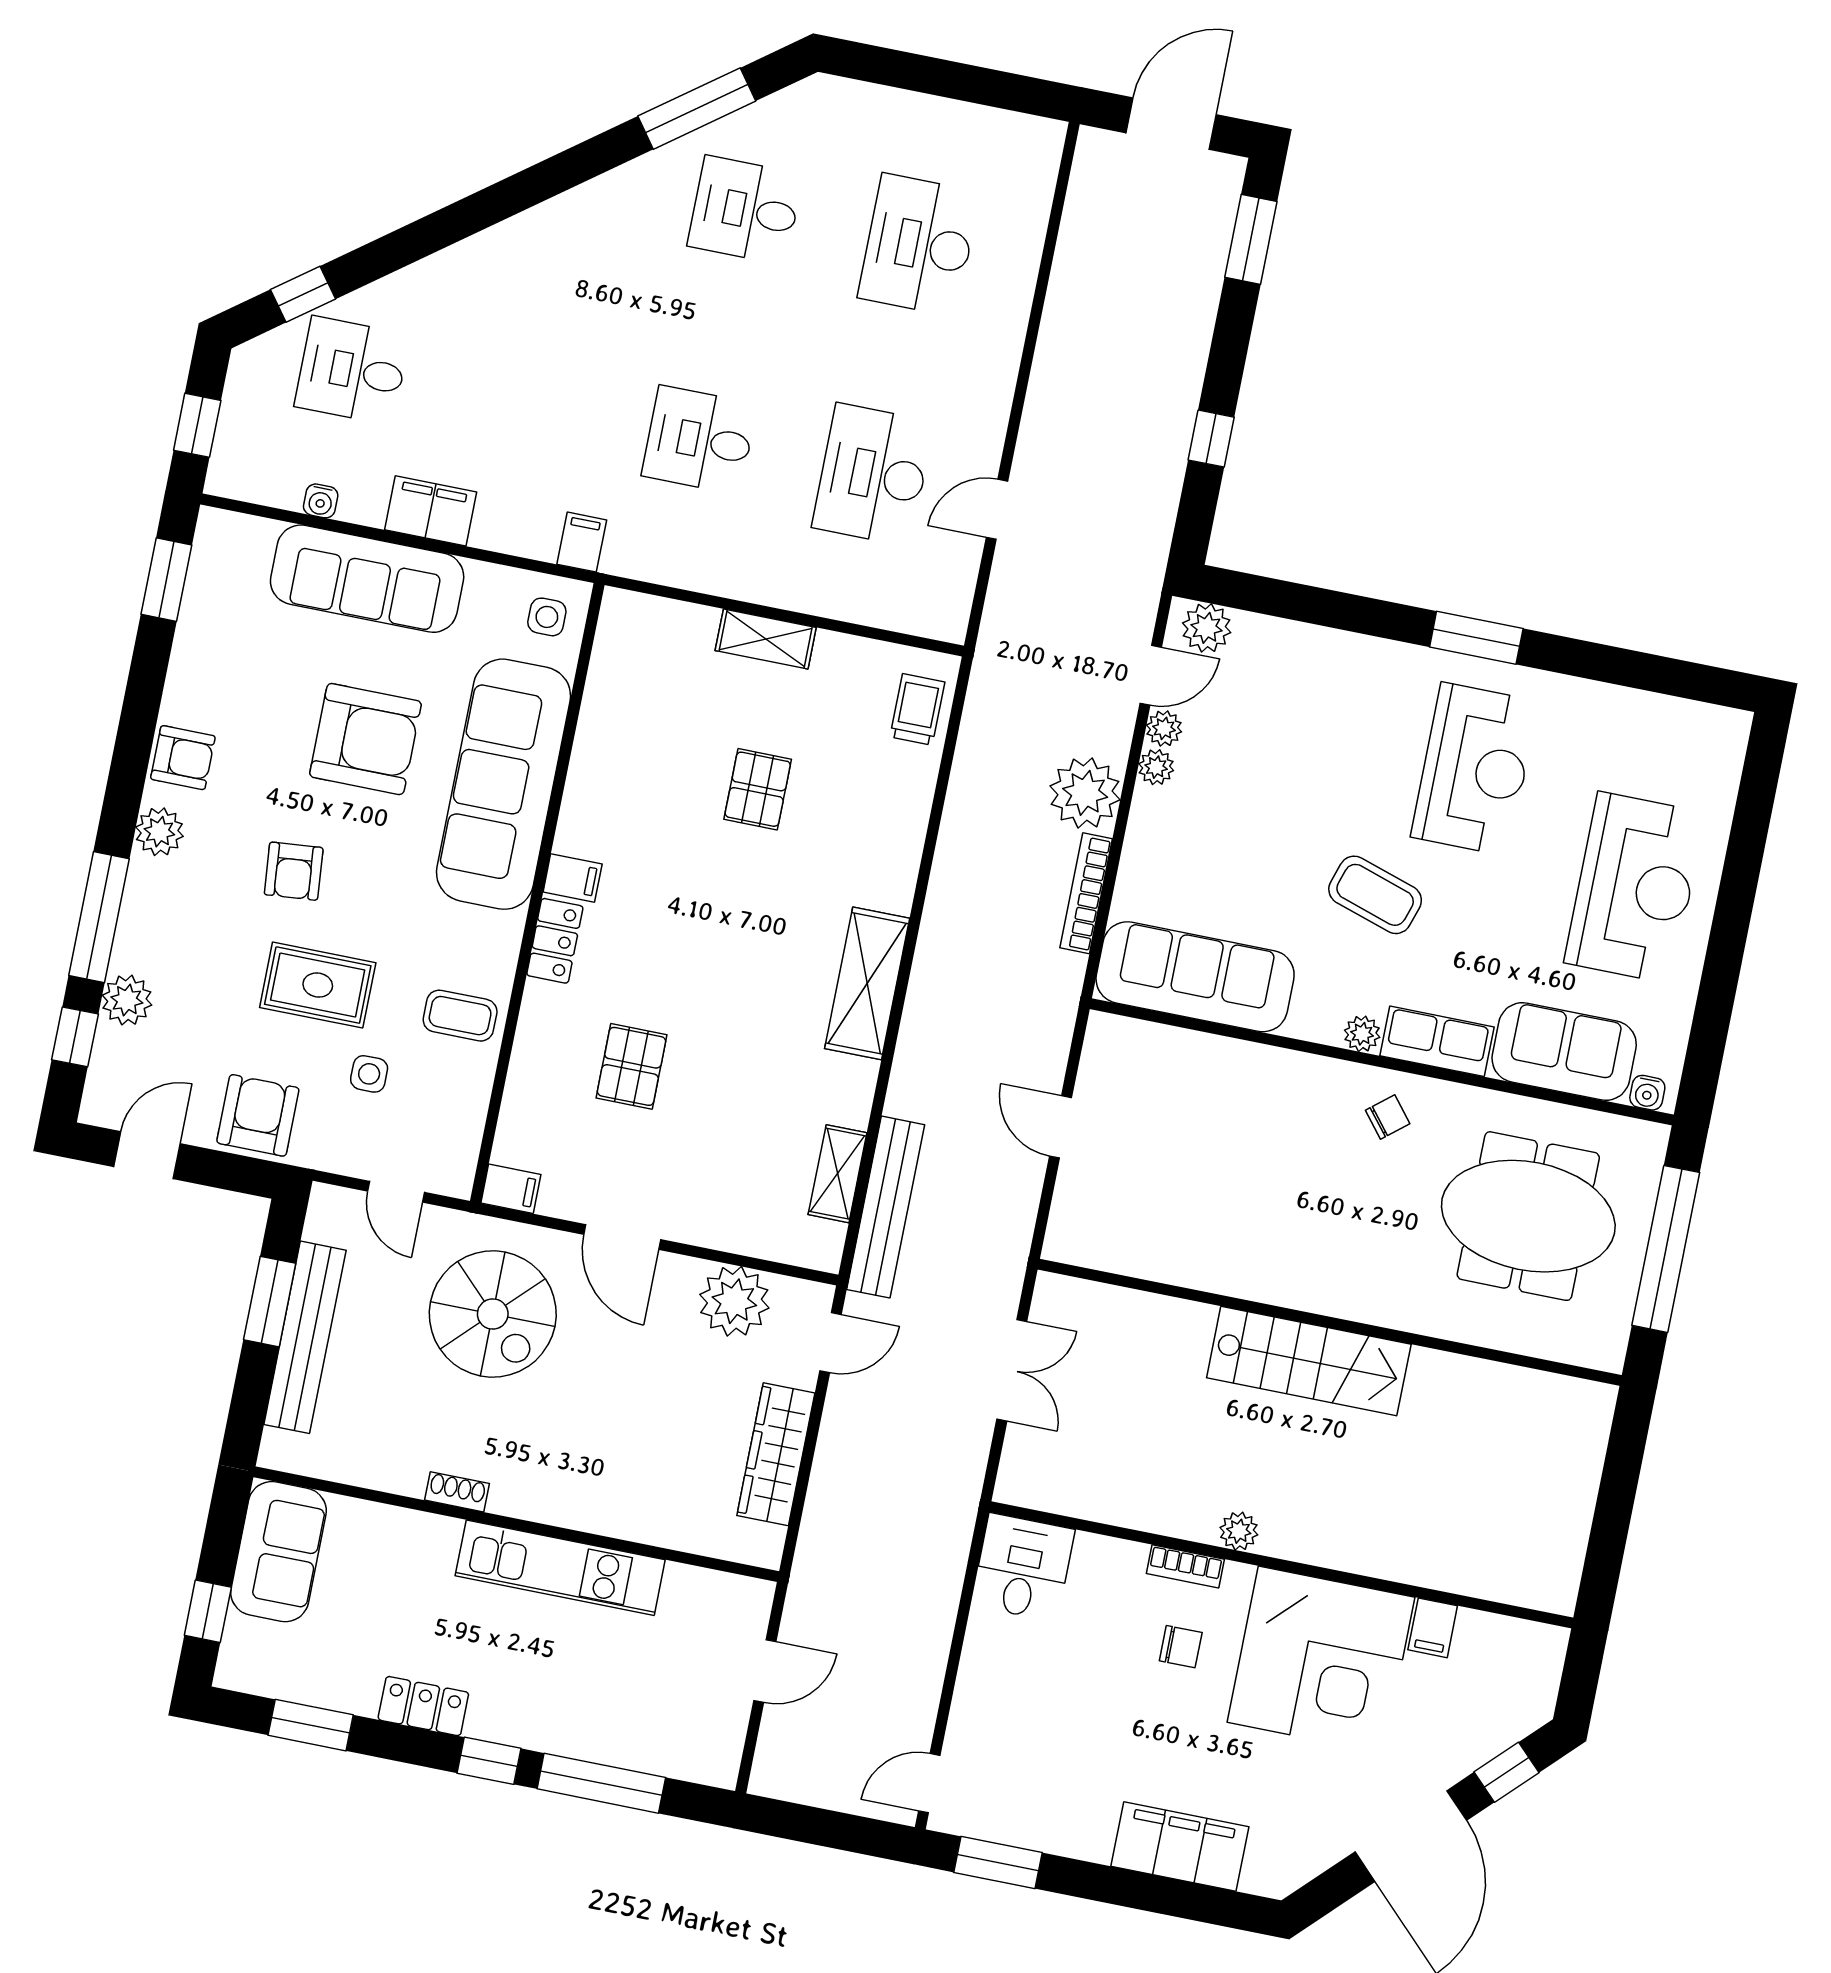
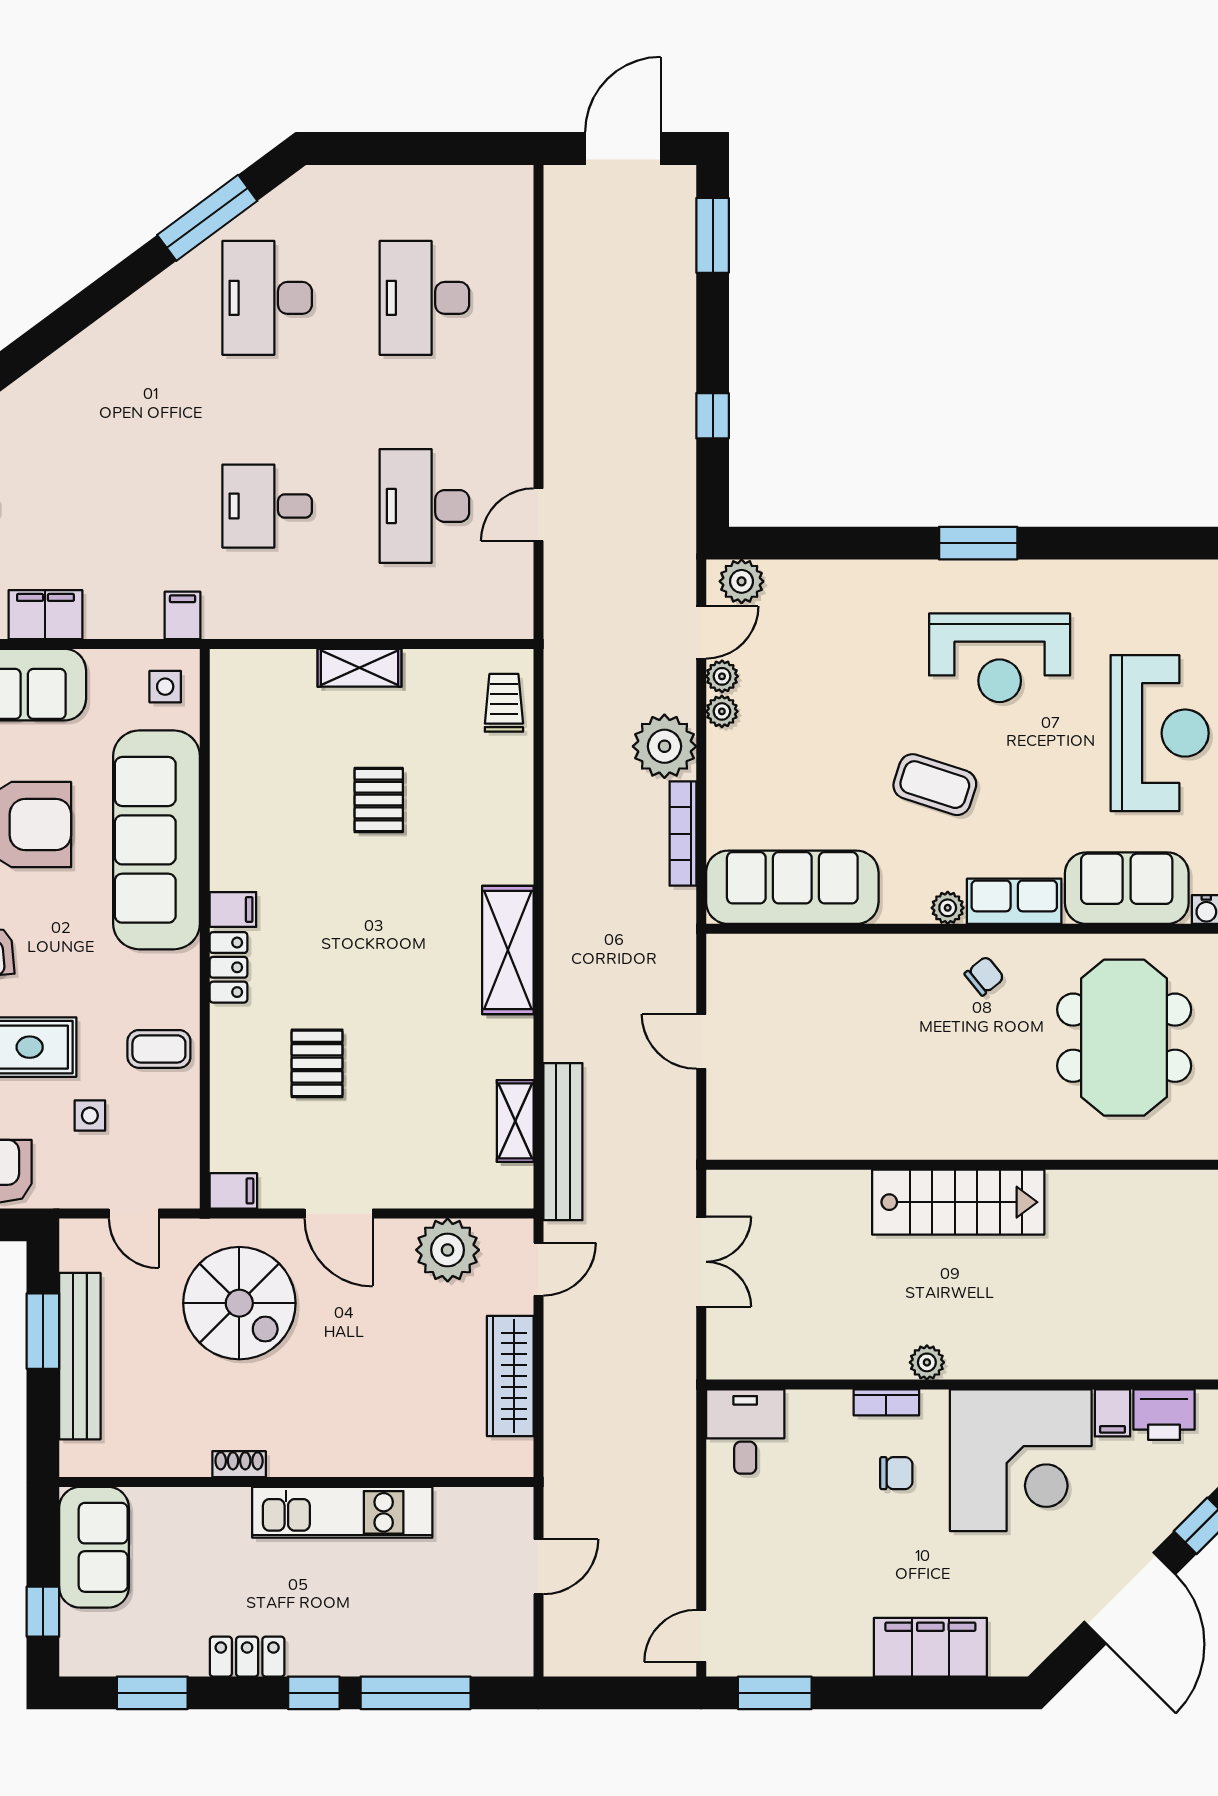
desk: (745, 210) -> (267, 298), width x1.37
reception desk: (1475, 769) -> (1000, 658), turned 90
meeting table: (1528, 1216) -> (1124, 1038), turned 90
printer: (1489, 1641) -> (1164, 1415), added

